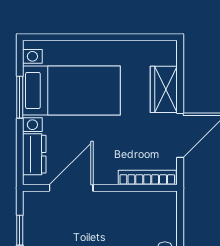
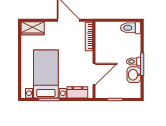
wardrobe: (164, 89) -> (33, 28), moved
door: (71, 188) -> (94, 74), swing flipped

